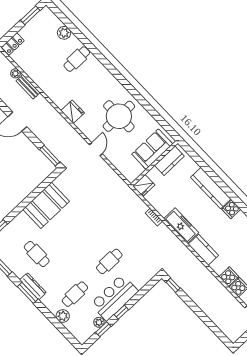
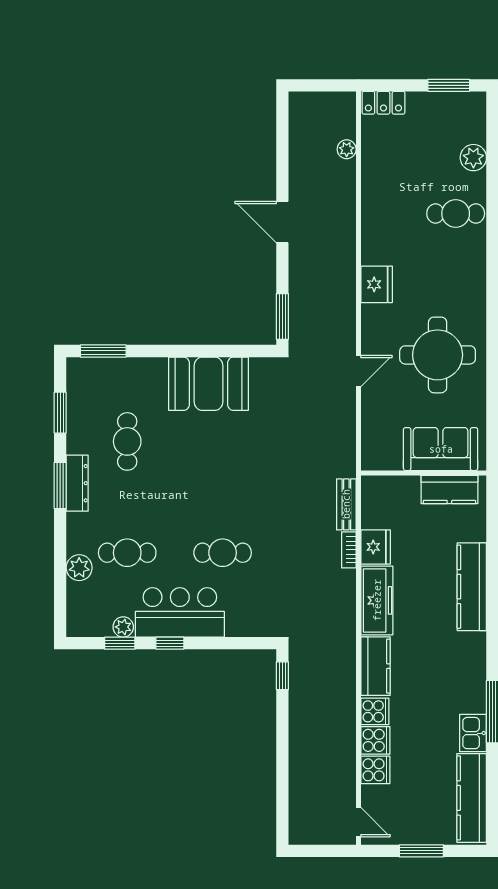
bench: (28, 87) -> (346, 504), moved
fridge: (144, 185) -> (376, 547), moved, turned -90
cooker: (231, 209) -> (375, 711), moved, turned 180

